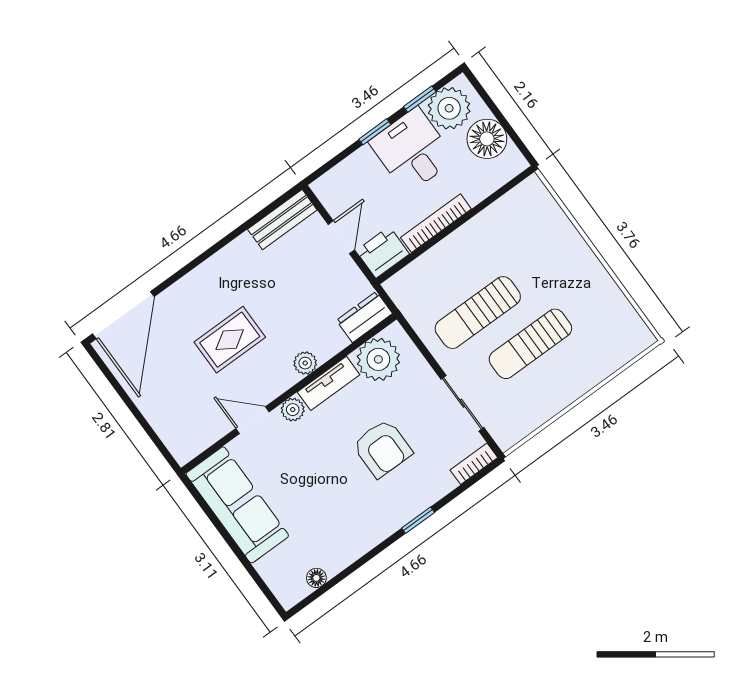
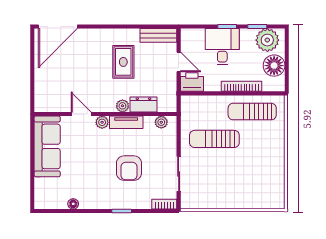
desk: (412, 150) -> (222, 47), moved
bookcase: (436, 223) -> (241, 86), moved
door: (341, 237) -> (179, 62), hinge flipped
dresser: (364, 317) -> (143, 105), moved
rug: (230, 340) -> (123, 62), moved, turned 90
sun lounger: (530, 344) -> (252, 112), moved
plant: (378, 359) -> (161, 122), width x0.53, depth x0.53
floor lamp: (316, 578) -> (73, 204), moved

